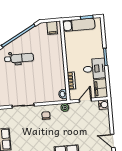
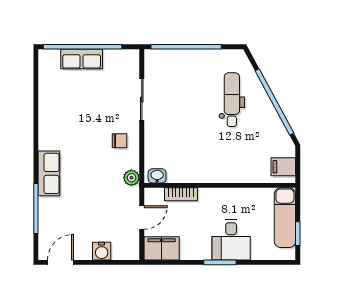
dental chair: (19, 58) -> (232, 100), turned 180
desk: (94, 69) -> (231, 240), moved
door: (85, 100) -> (142, 218), hinge flipped
water cooler: (104, 105) -> (102, 251), moved

